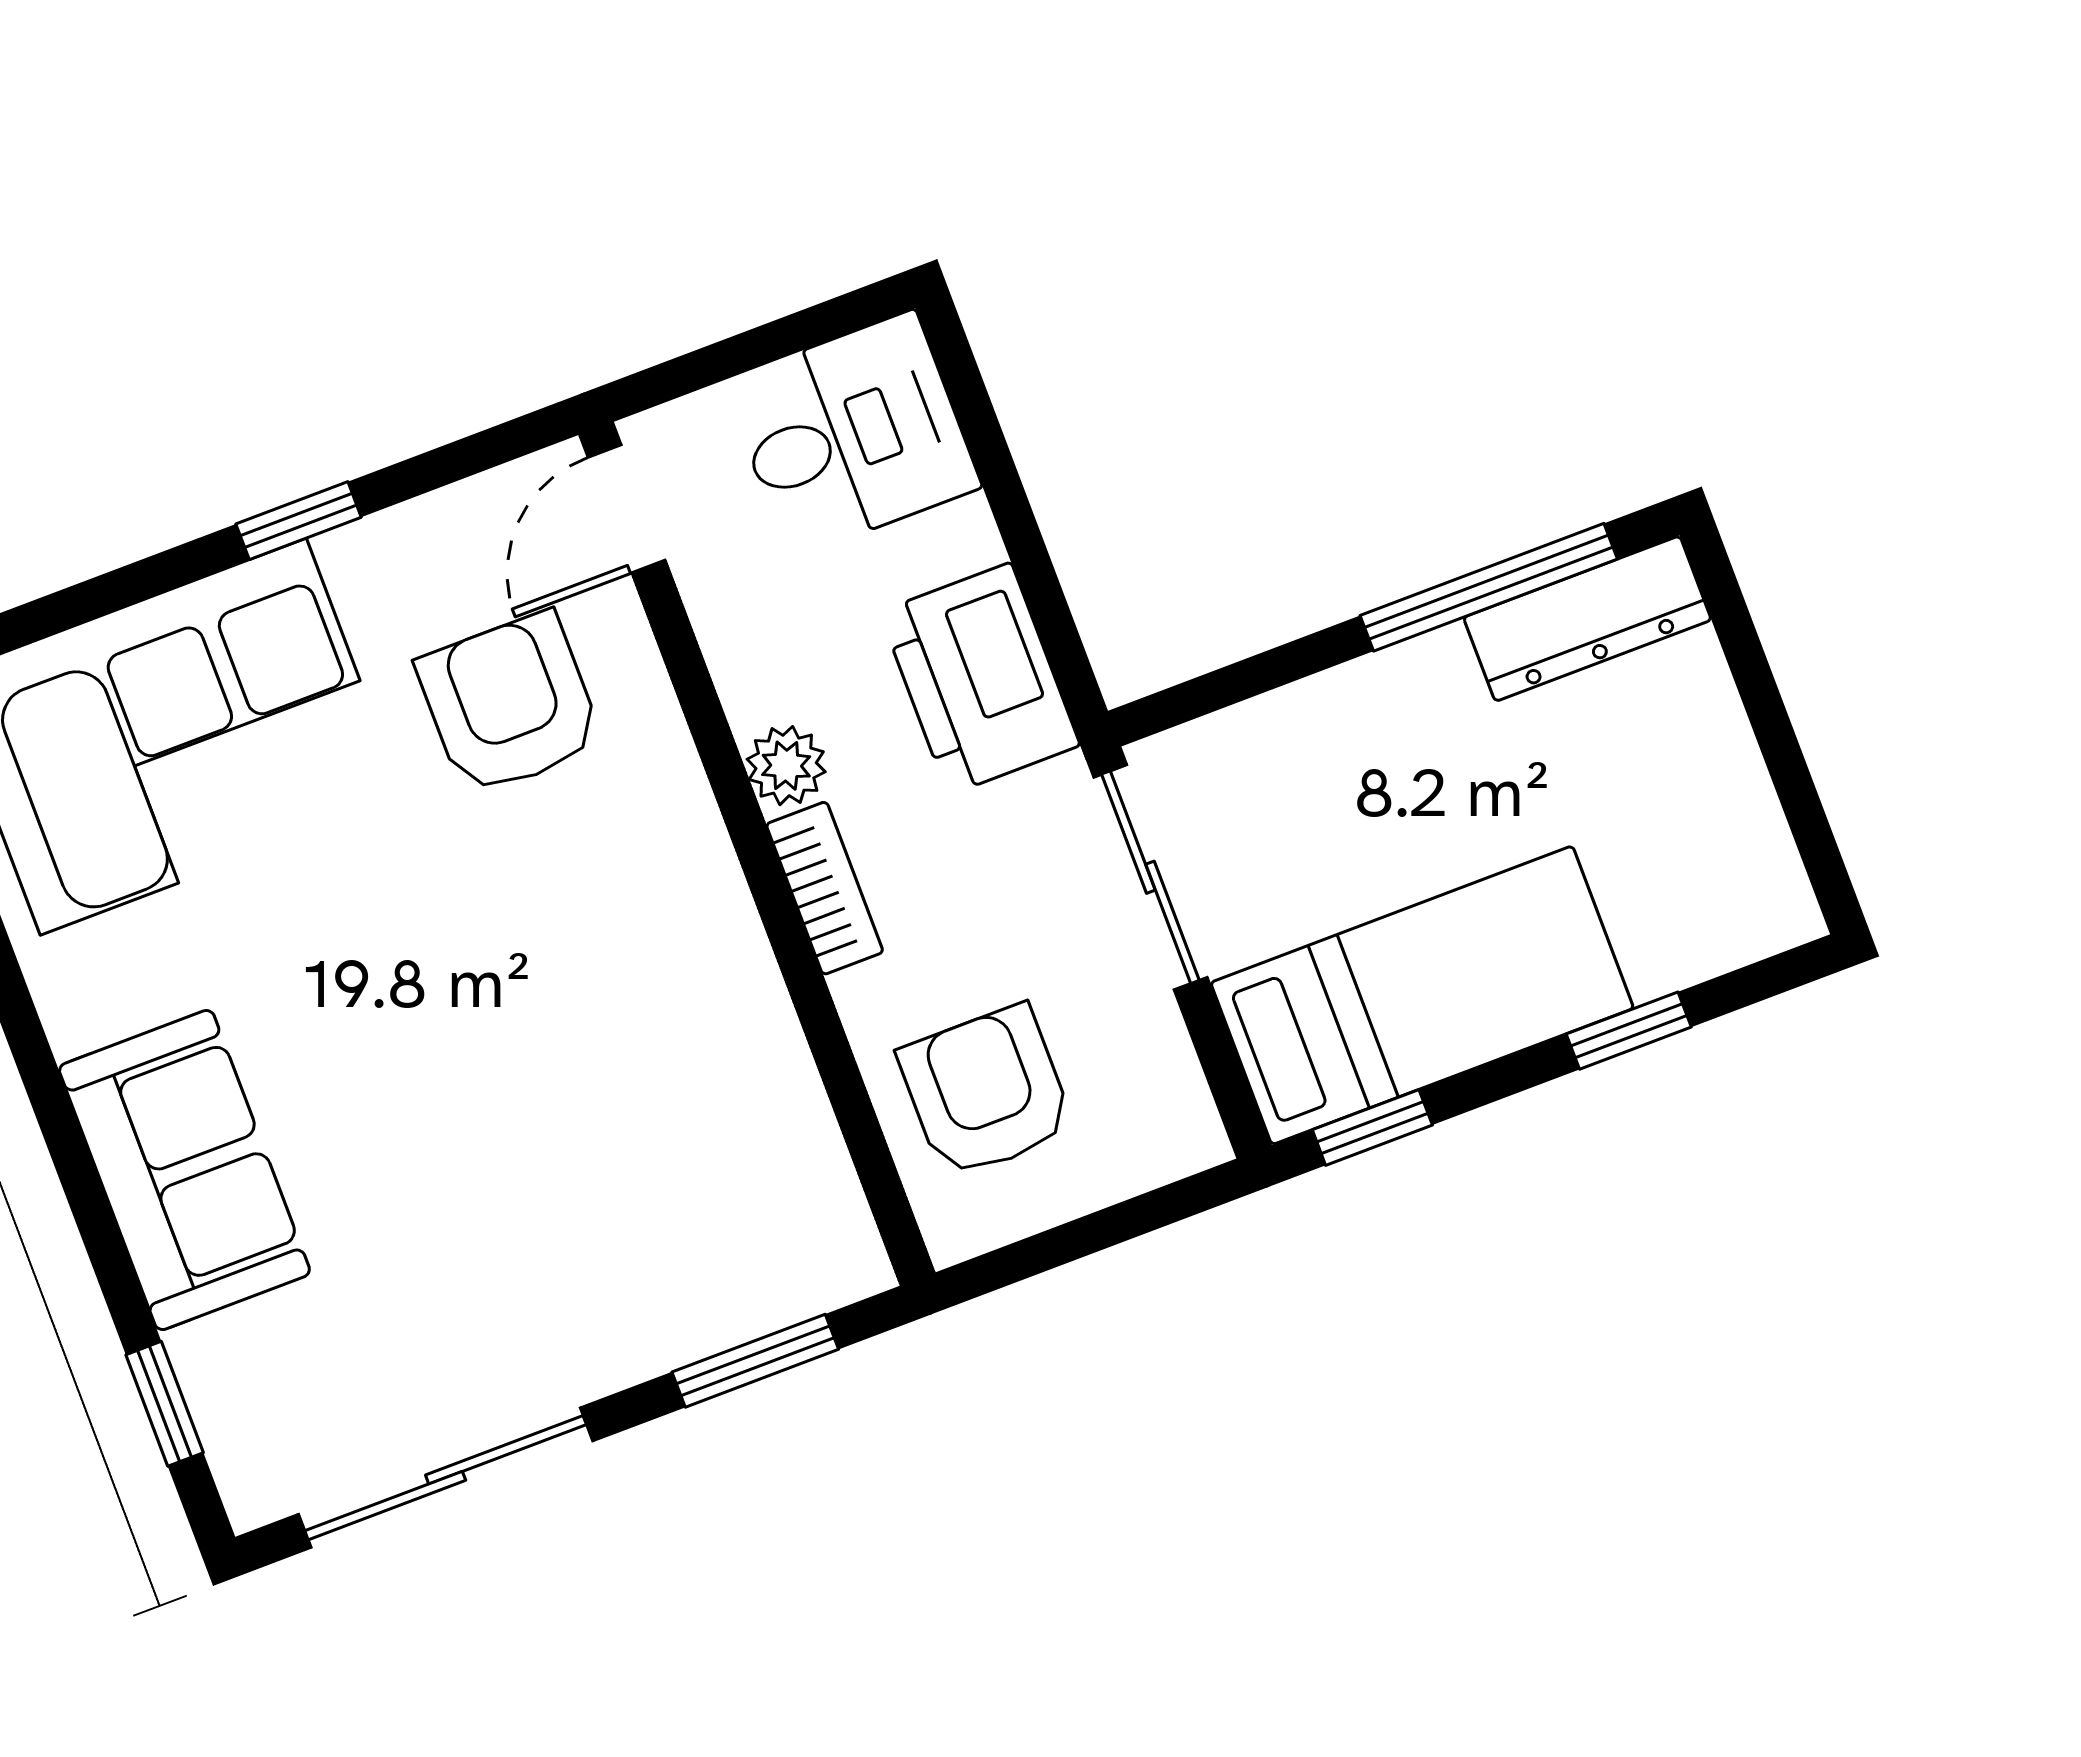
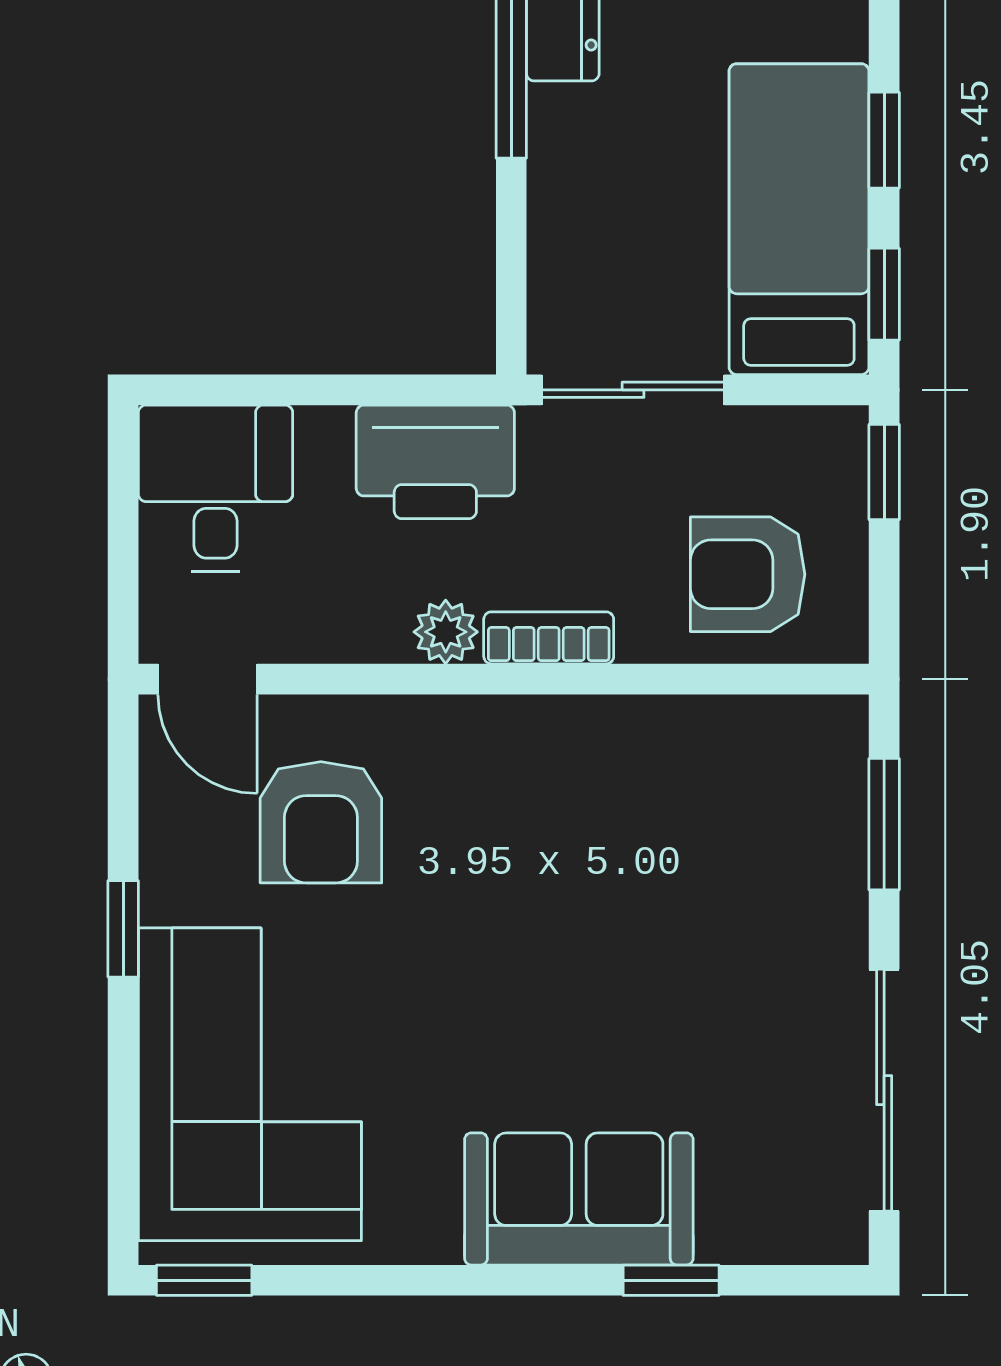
armchair: (510, 704) -> (321, 822), turned -90
window: (1629, 1031) -> (884, 140), moved
window: (1165, 1206) -> (884, 472), added
window: (165, 1404) -> (671, 1280), moved

